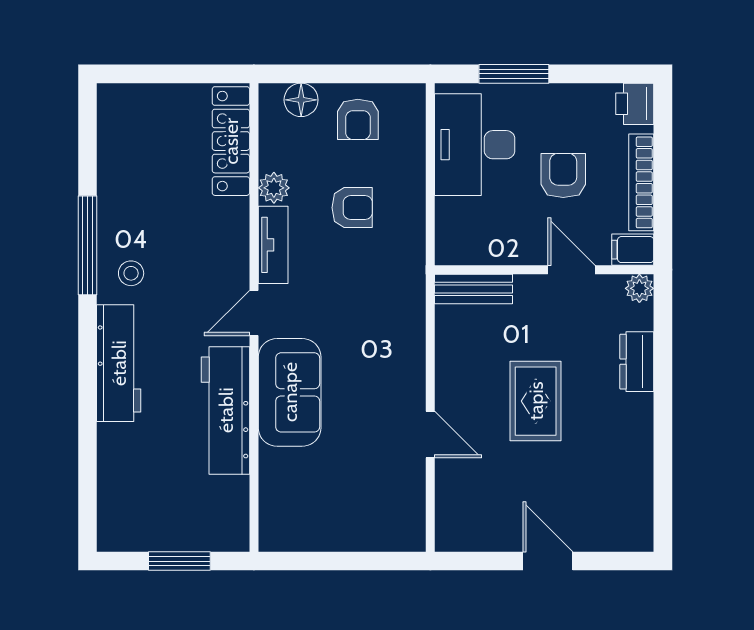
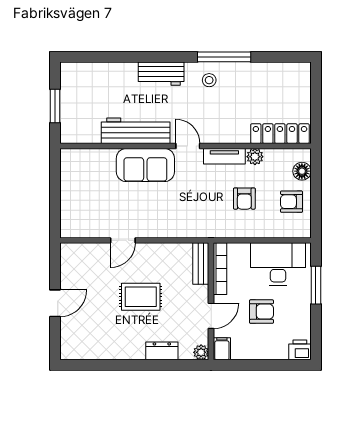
bookcase: (641, 182) -> (220, 269), moved, turned 90
workbench: (119, 363) -> (161, 74), width x0.73

